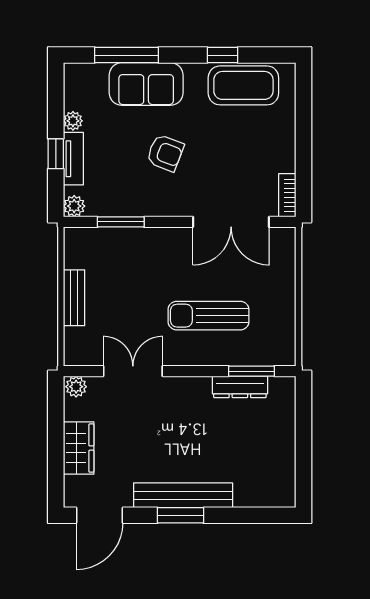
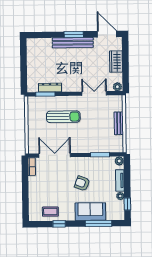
coffee table: (243, 85) -> (50, 212), width x0.54, depth x0.58
window: (56, 154) -> (127, 204), moved
double door: (133, 371) -> (94, 93), swing flipped
door: (100, 515) -> (107, 34), hinge flipped

